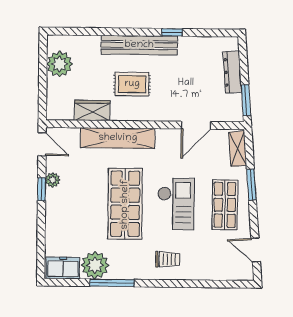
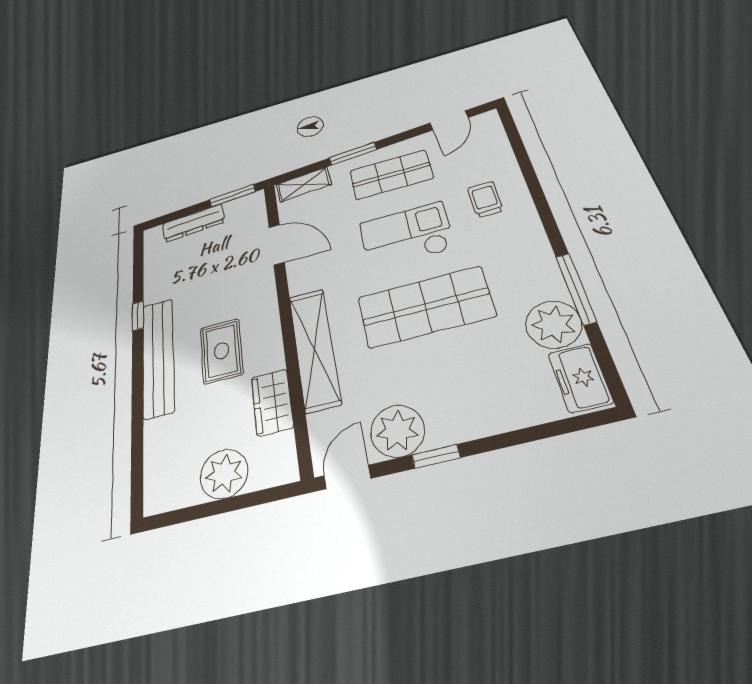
plant: (59, 64) -> (224, 474), moved
plant: (53, 180) -> (398, 431), width x1.88, depth x1.88
trolley: (168, 259) -> (485, 199), moved

